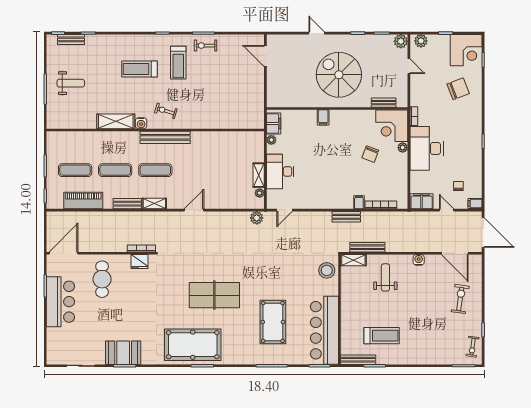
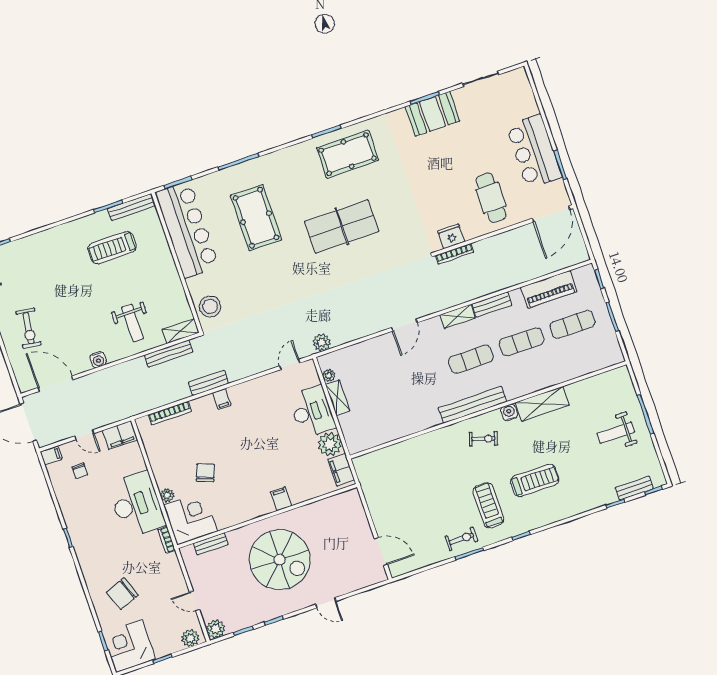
plant: (271, 140) -> (330, 444), width x1.87, depth x1.87
filing cabinet: (359, 202) -> (222, 399), moved
pool table: (193, 345) -> (348, 154), width x0.73, depth x0.76

